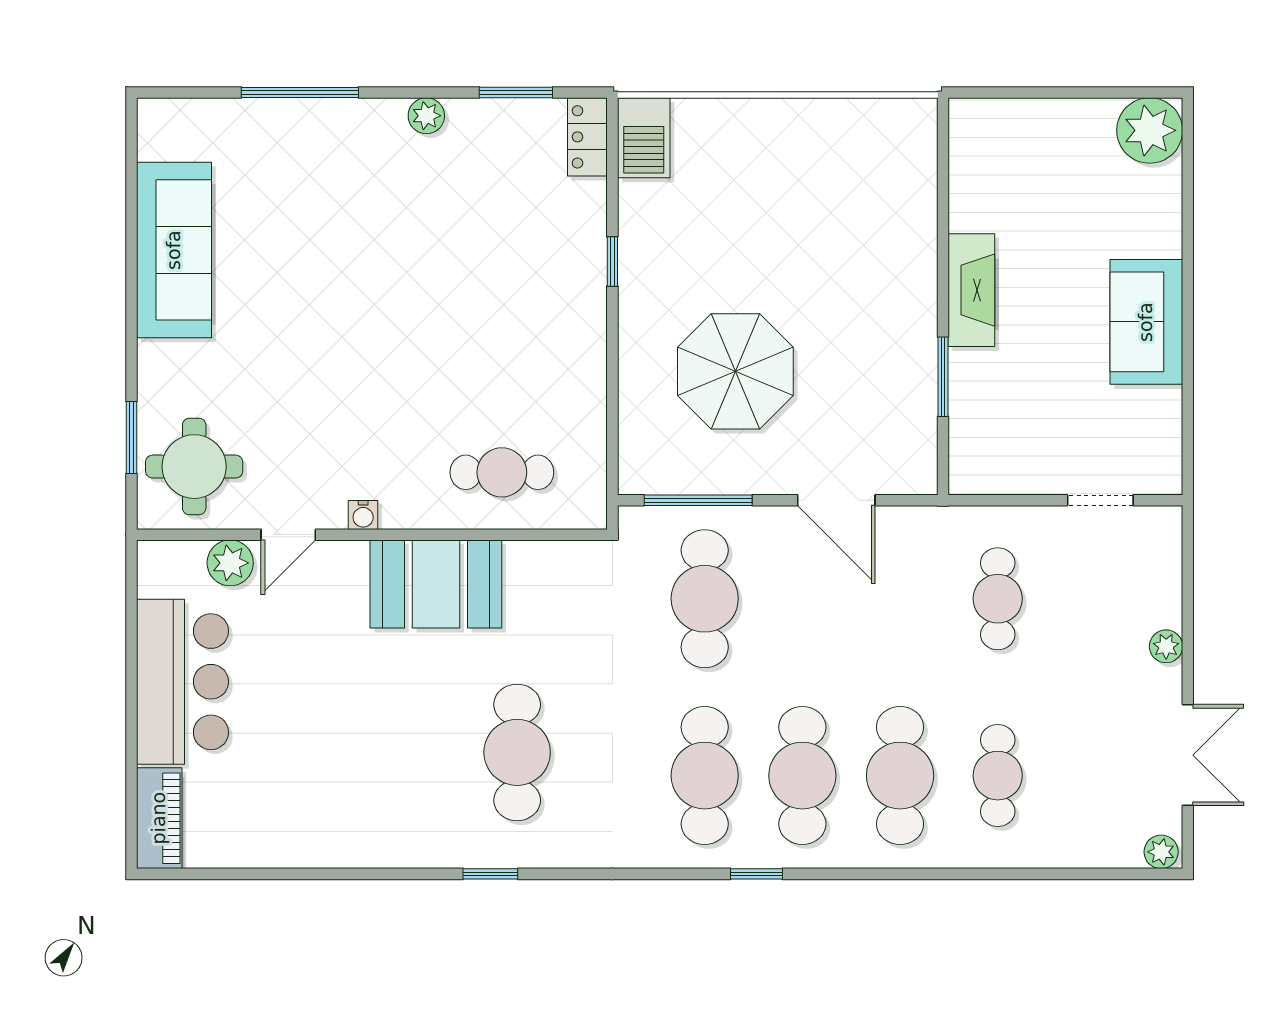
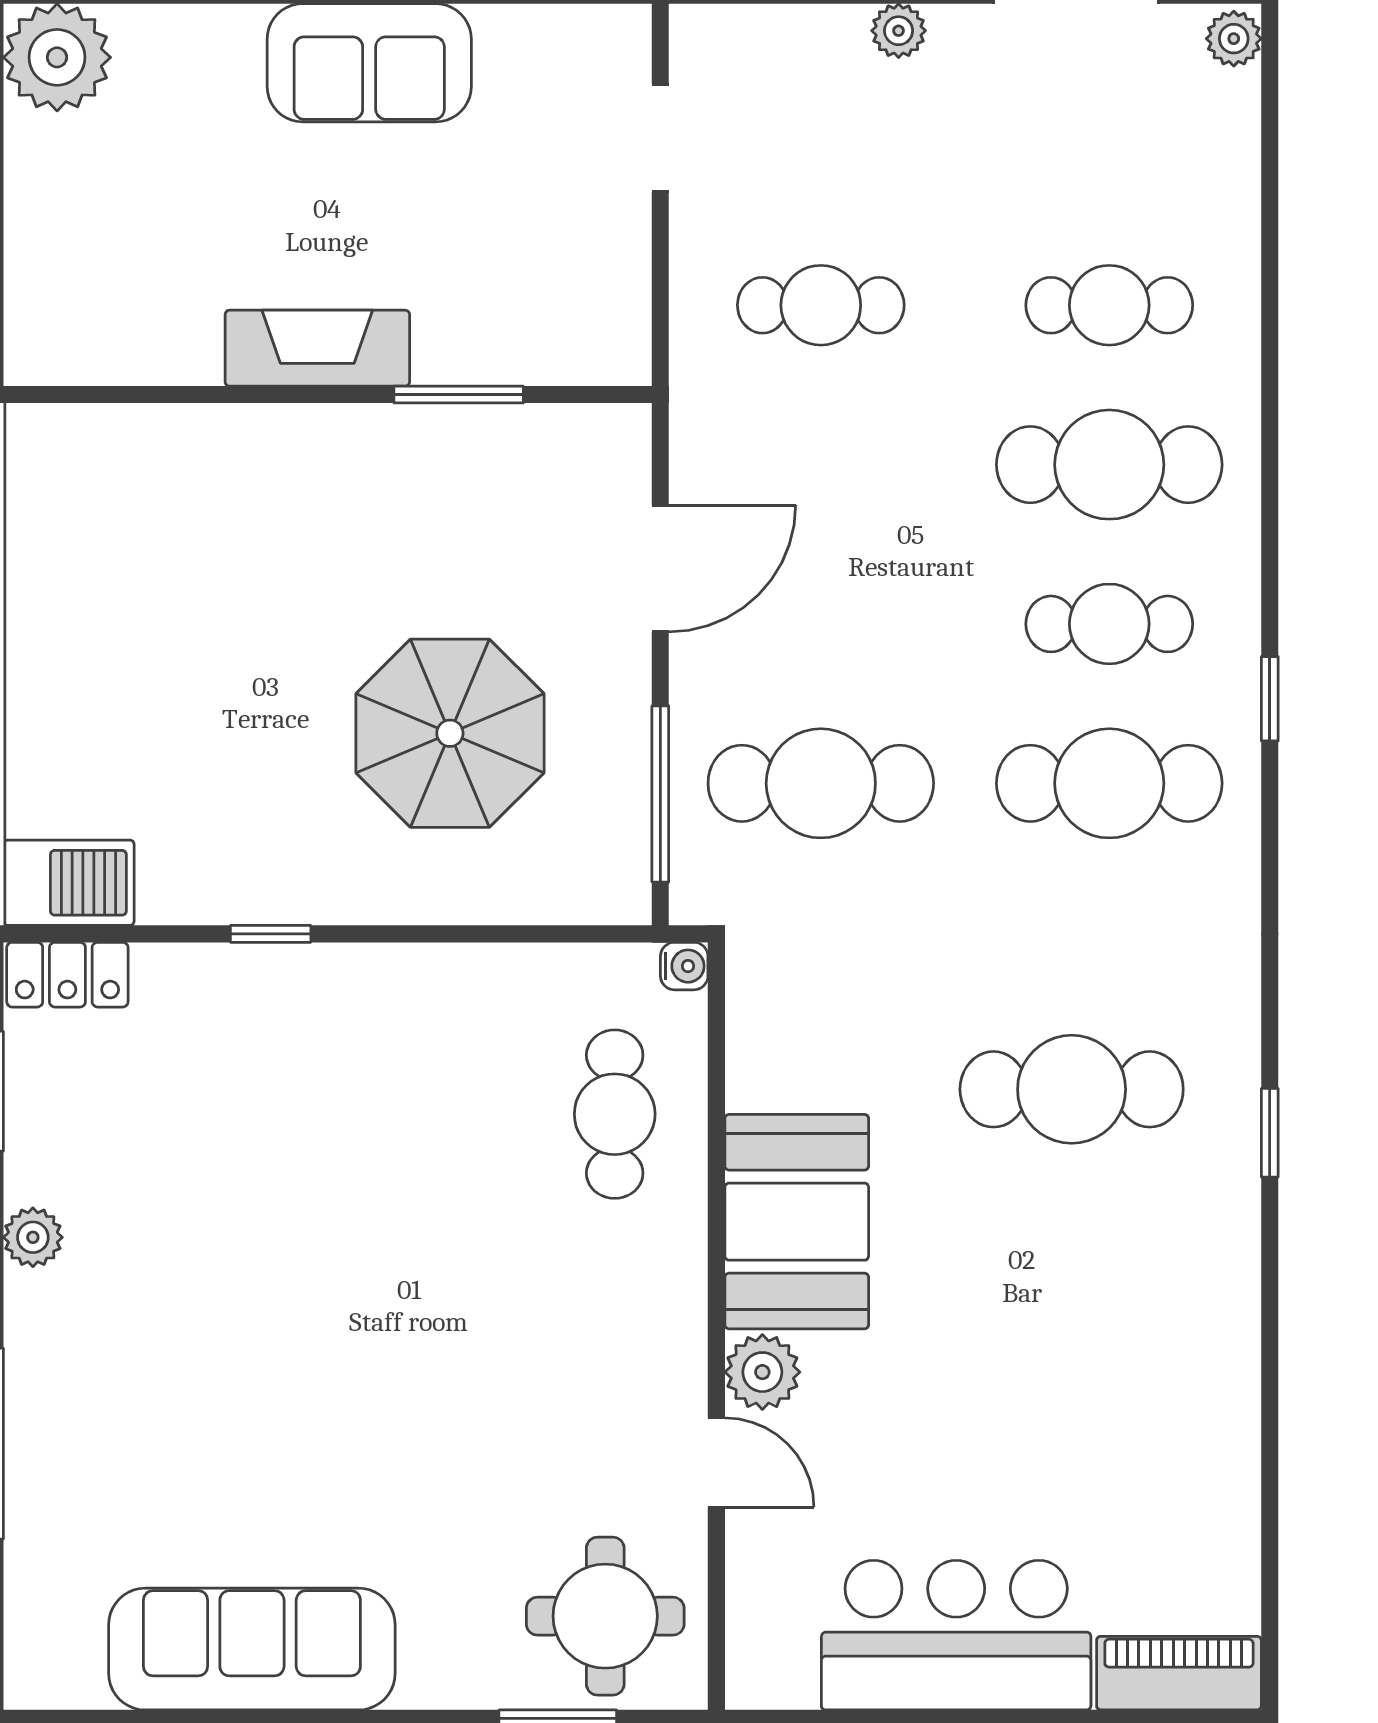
water cooler: (363, 515) -> (684, 966), moved
plant: (230, 563) -> (762, 1372), moved
cafe table: (802, 776) -> (1109, 624), width x0.73, depth x0.74

